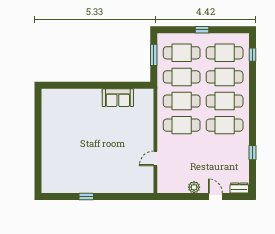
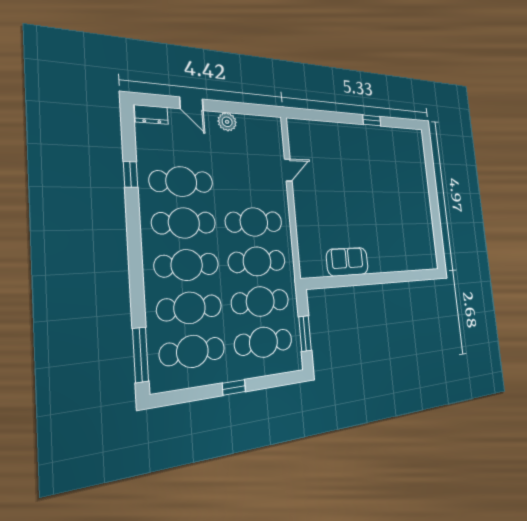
window: (252, 55) -> (141, 355), width x2.17
cafe table: (225, 149) -> (181, 182), added

